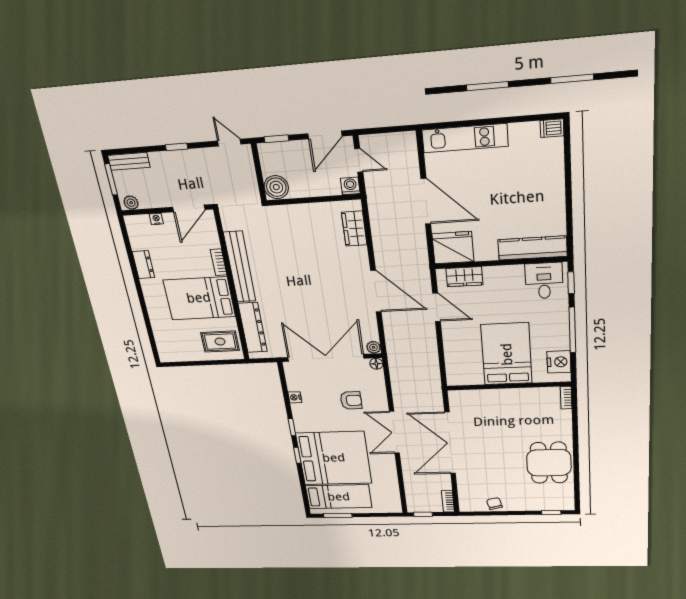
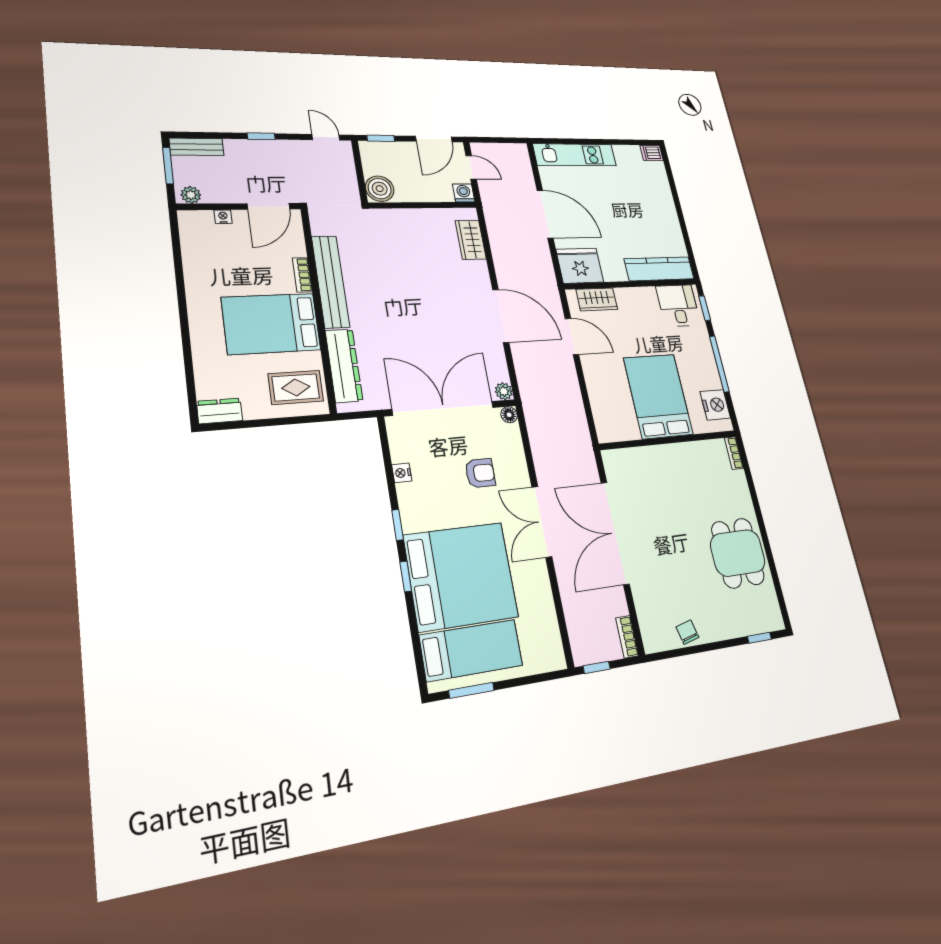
dresser: (143, 265) -> (220, 411), moved, turned -90

